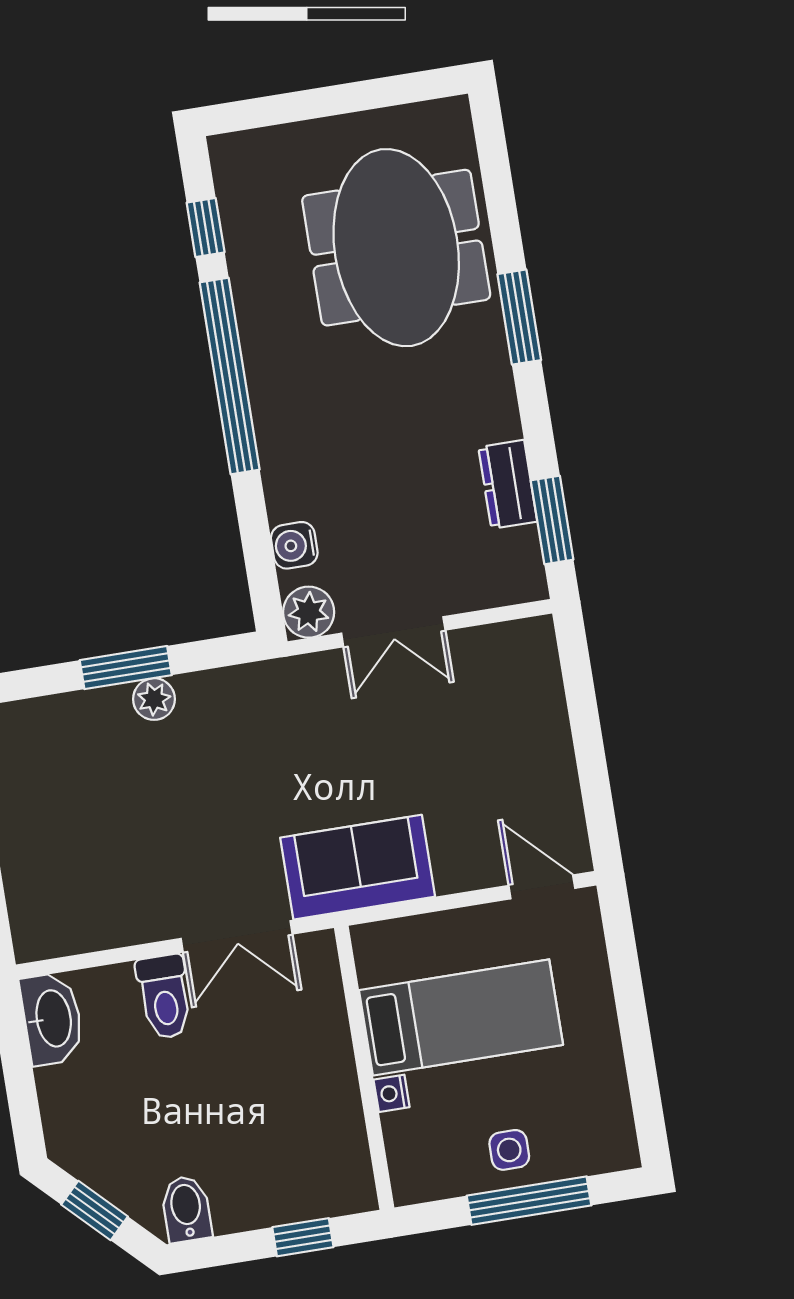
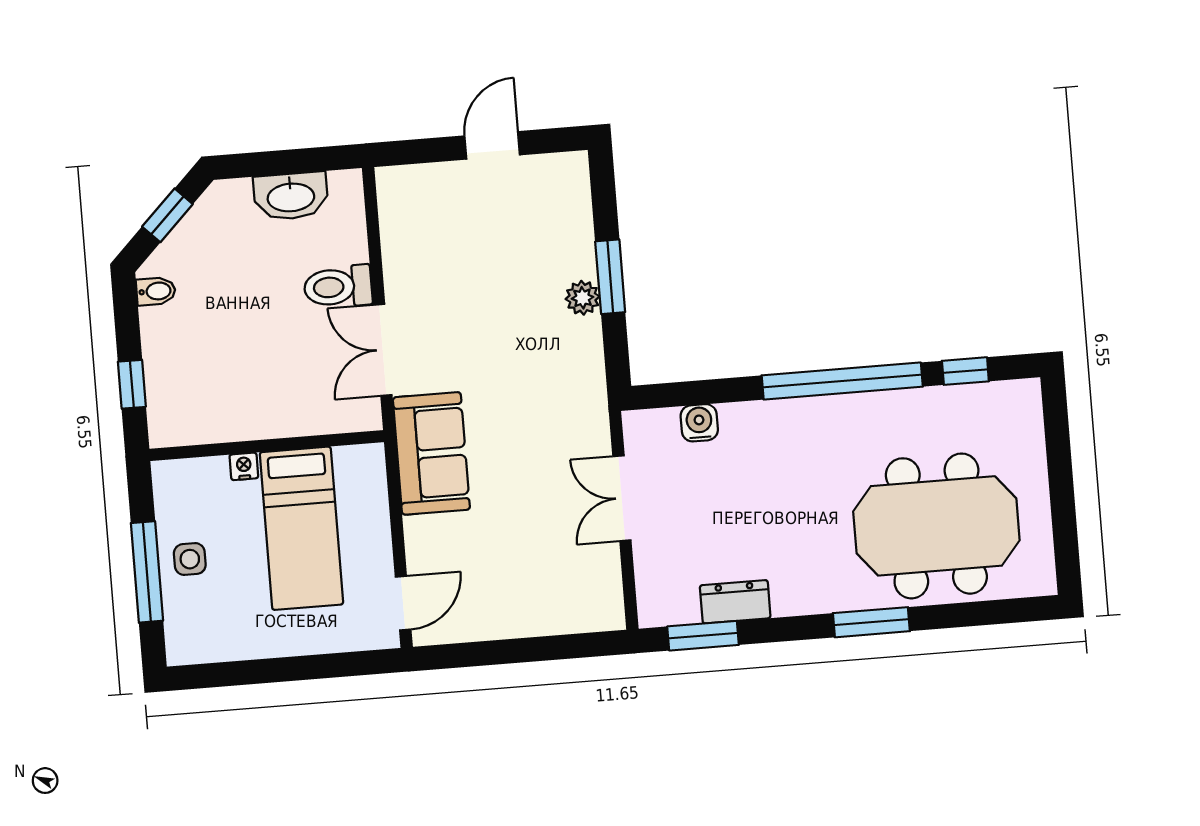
plant: (309, 612) -> (644, 430), removed
washbasin: (52, 1019) -> (291, 196), moved
bidet: (186, 1209) -> (156, 291), width x0.72, depth x0.74

